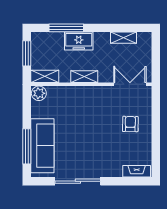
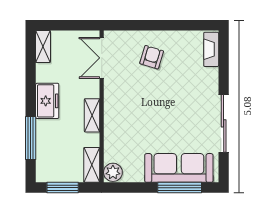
shelving: (124, 38) -> (43, 46), moved
freezer: (79, 41) -> (47, 101), moved
armchair: (130, 124) -> (152, 57), turned 106

